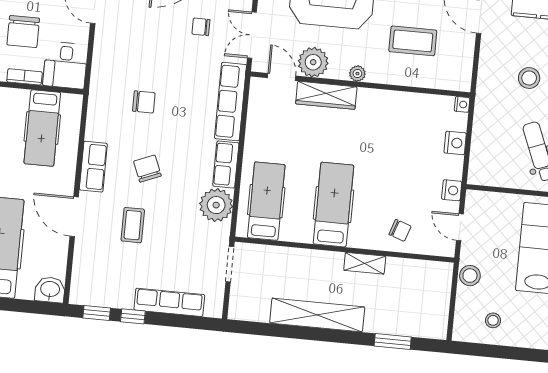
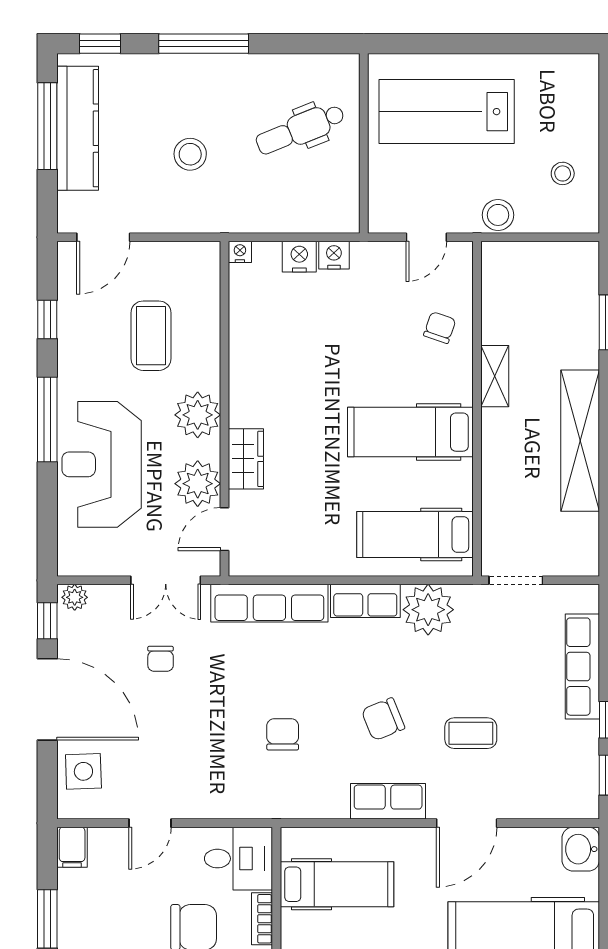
plant: (357, 74) -> (198, 415), width x1.88, depth x1.88
wardrobe: (326, 95) -> (246, 459), width x0.67
nightstand: (452, 190) -> (334, 255), moved

